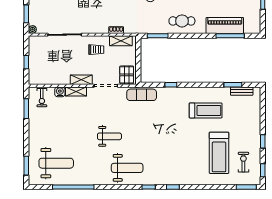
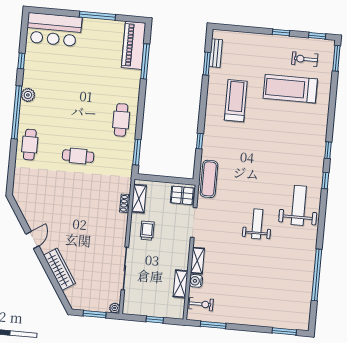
piano: (225, 25) -> (134, 45), moved
shelving: (81, 80) -> (180, 284), moved
treadmill: (219, 153) -> (290, 89), turned 180
weight bench: (56, 163) -> (285, 294), removed

